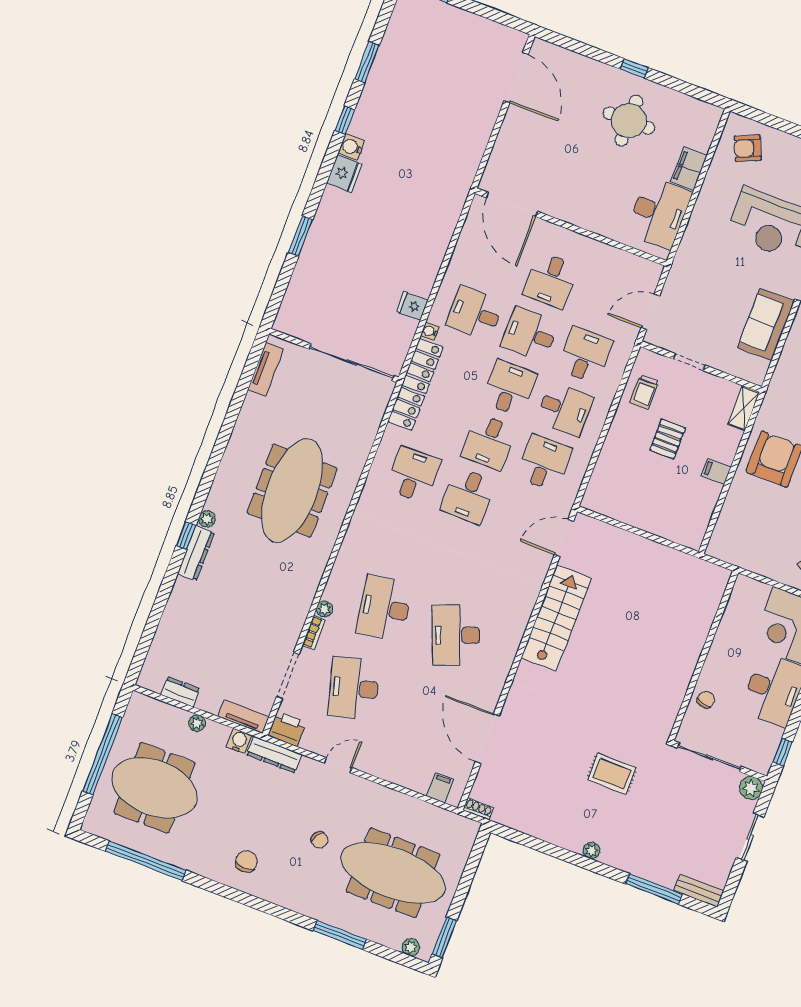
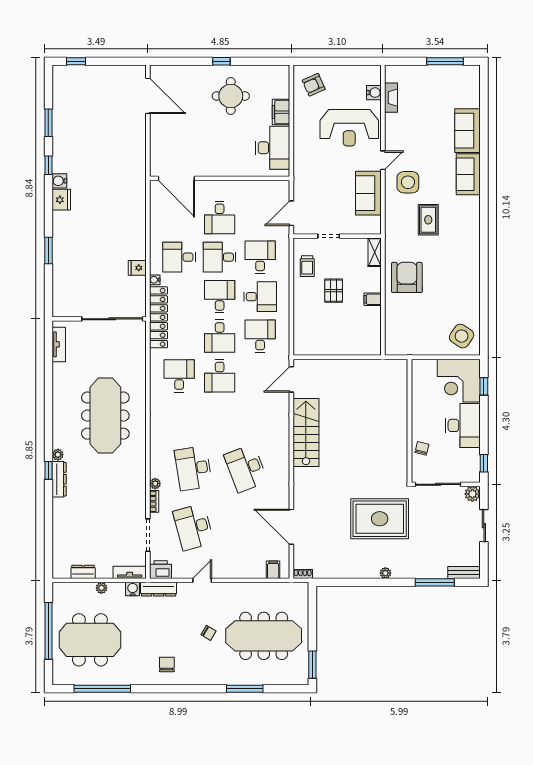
rug: (612, 774) -> (380, 519), width x1.86, depth x2.06
plant: (411, 947) -> (293, 679), removed

